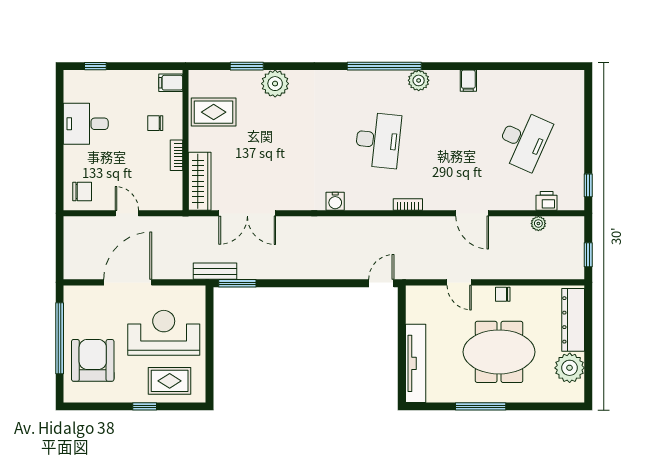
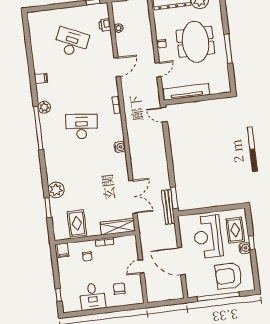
chair: (82, 191) -> (119, 289), moved
bench: (215, 271) -> (168, 207), width x1.36
tv unit: (416, 363) -> (187, 92), moved
water cooler: (137, 393) -> (245, 248), added

